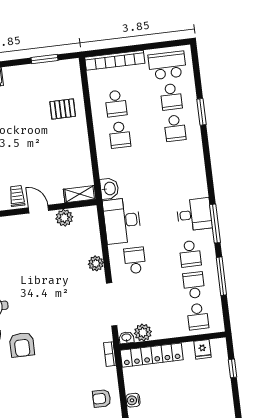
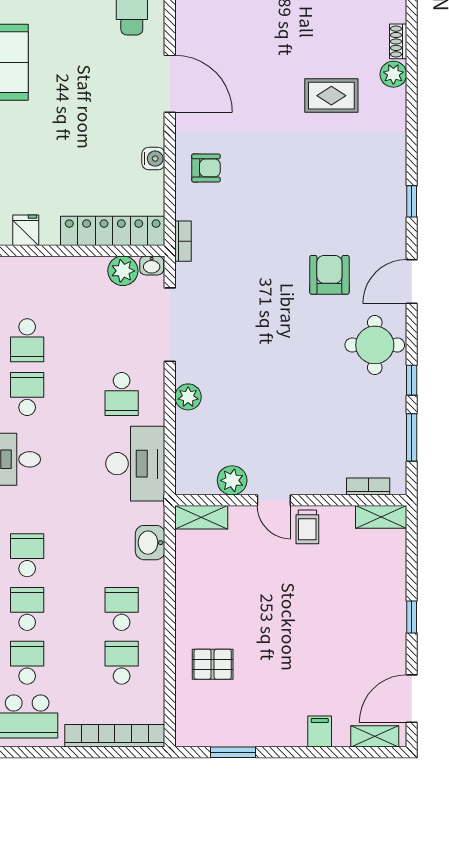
washbasin: (109, 189) -> (150, 543), moved
school desk: (198, 317) -> (27, 555), moved

